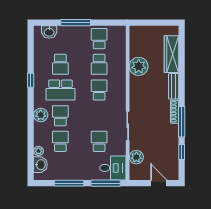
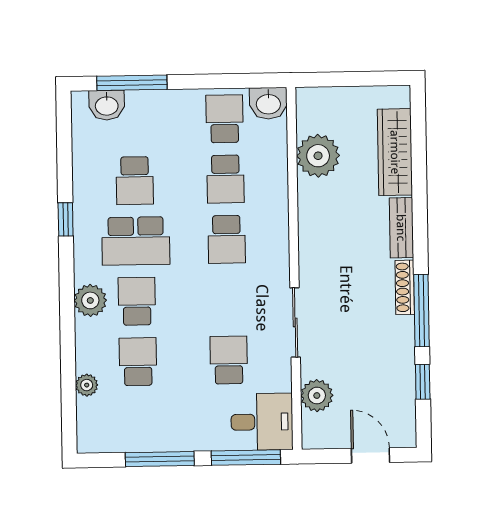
window: (76, 23) -> (132, 83), moved
plant: (139, 66) -> (318, 156), moved
school desk: (99, 90) -> (227, 239), turned 180
washbasin: (40, 165) -> (268, 103), moved, turned 90

